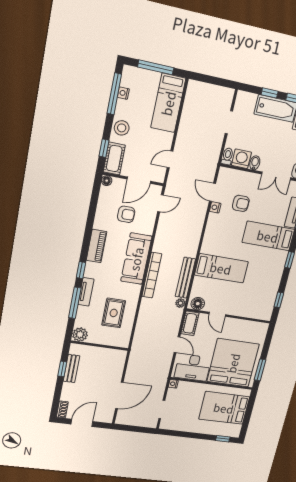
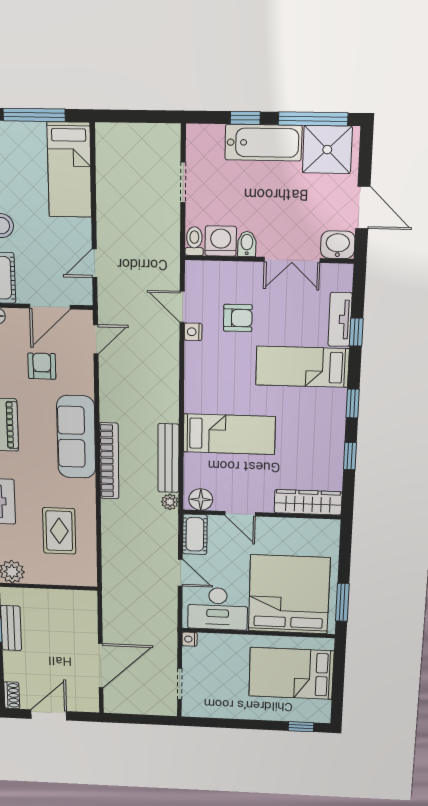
armchair: (126, 214) -> (42, 366), turned -90
window: (279, 300) -> (350, 456), moved
wardrobe: (255, 312) -> (308, 502), added

